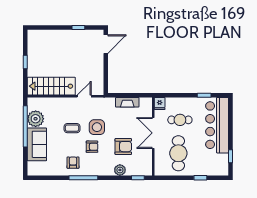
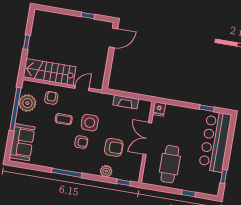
cafe table: (180, 120) -> (177, 130), removed
sofa: (37, 144) -> (22, 142), moved
armchair: (73, 163) -> (51, 98), moved

